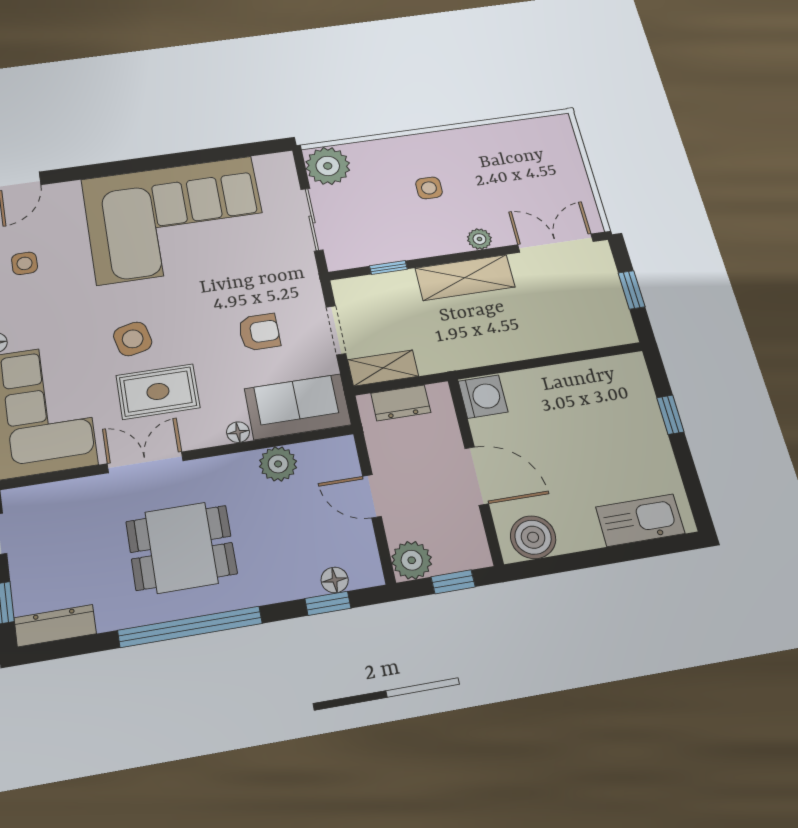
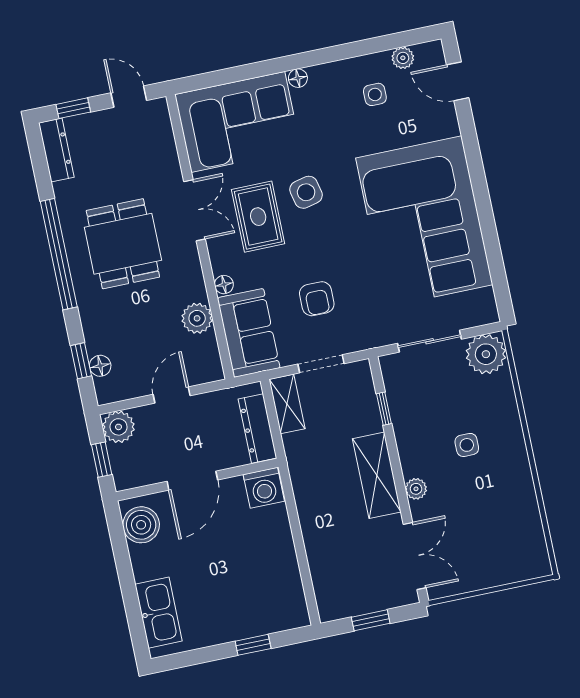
dresser: (401, 403) -> (257, 429), width x1.44

